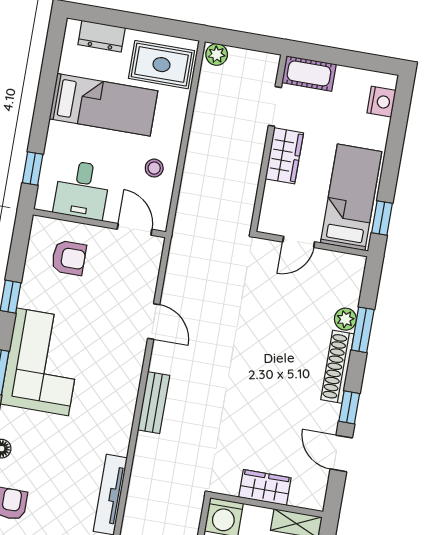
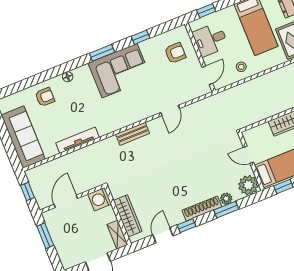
armchair: (69, 258) -> (175, 53), turned -90
plant: (346, 272) -> (248, 185), added
wardrobe: (265, 487) -> (128, 216), width x1.50

